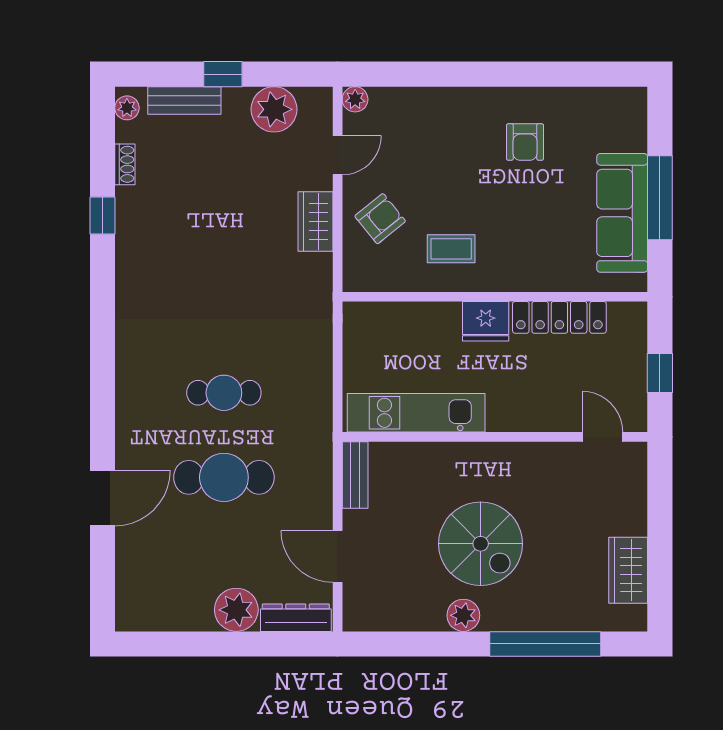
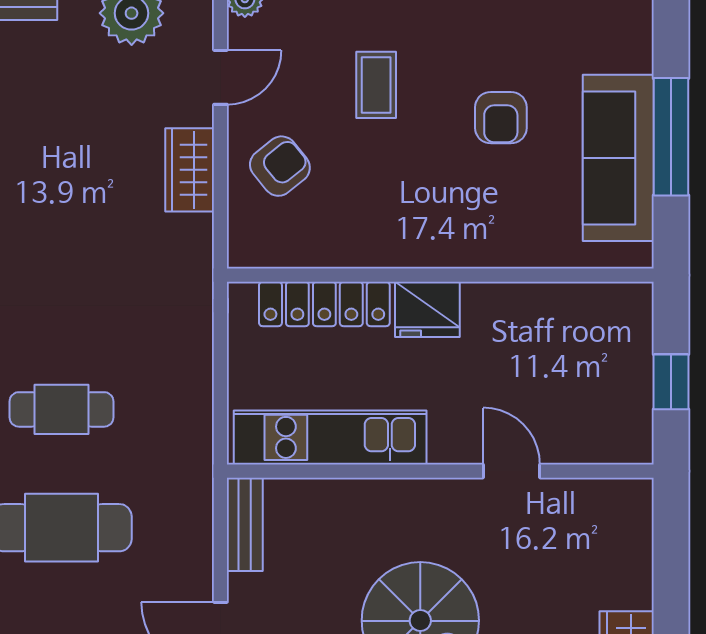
armchair: (525, 142) -> (501, 118), moved
coffee table: (451, 249) -> (376, 85), moved, turned 90
locker: (559, 317) -> (324, 304), moved
door: (603, 437) -> (512, 471), moved

